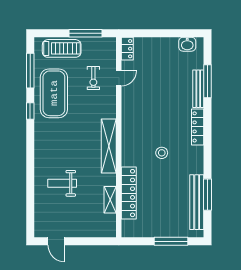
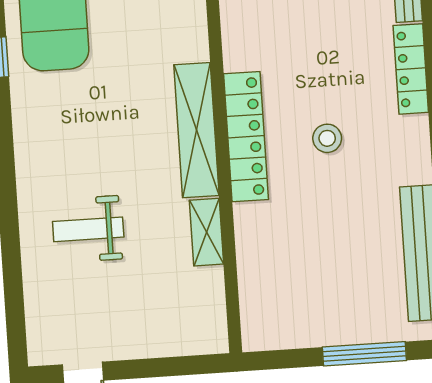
locker: (129, 193) -> (246, 137), moved
shelving: (110, 200) -> (207, 232), moved

